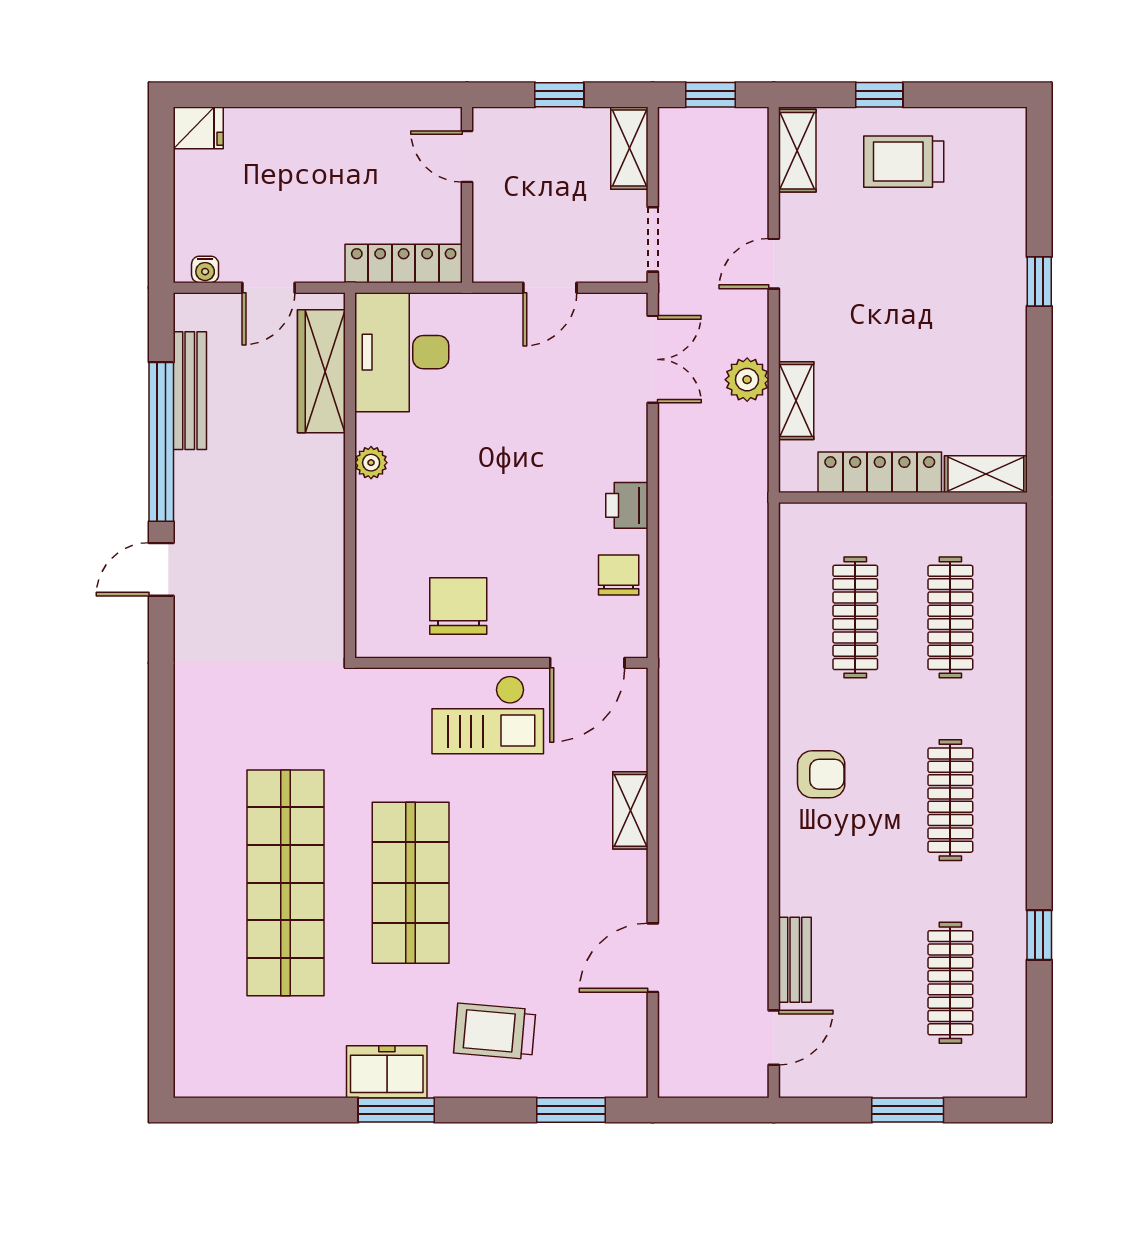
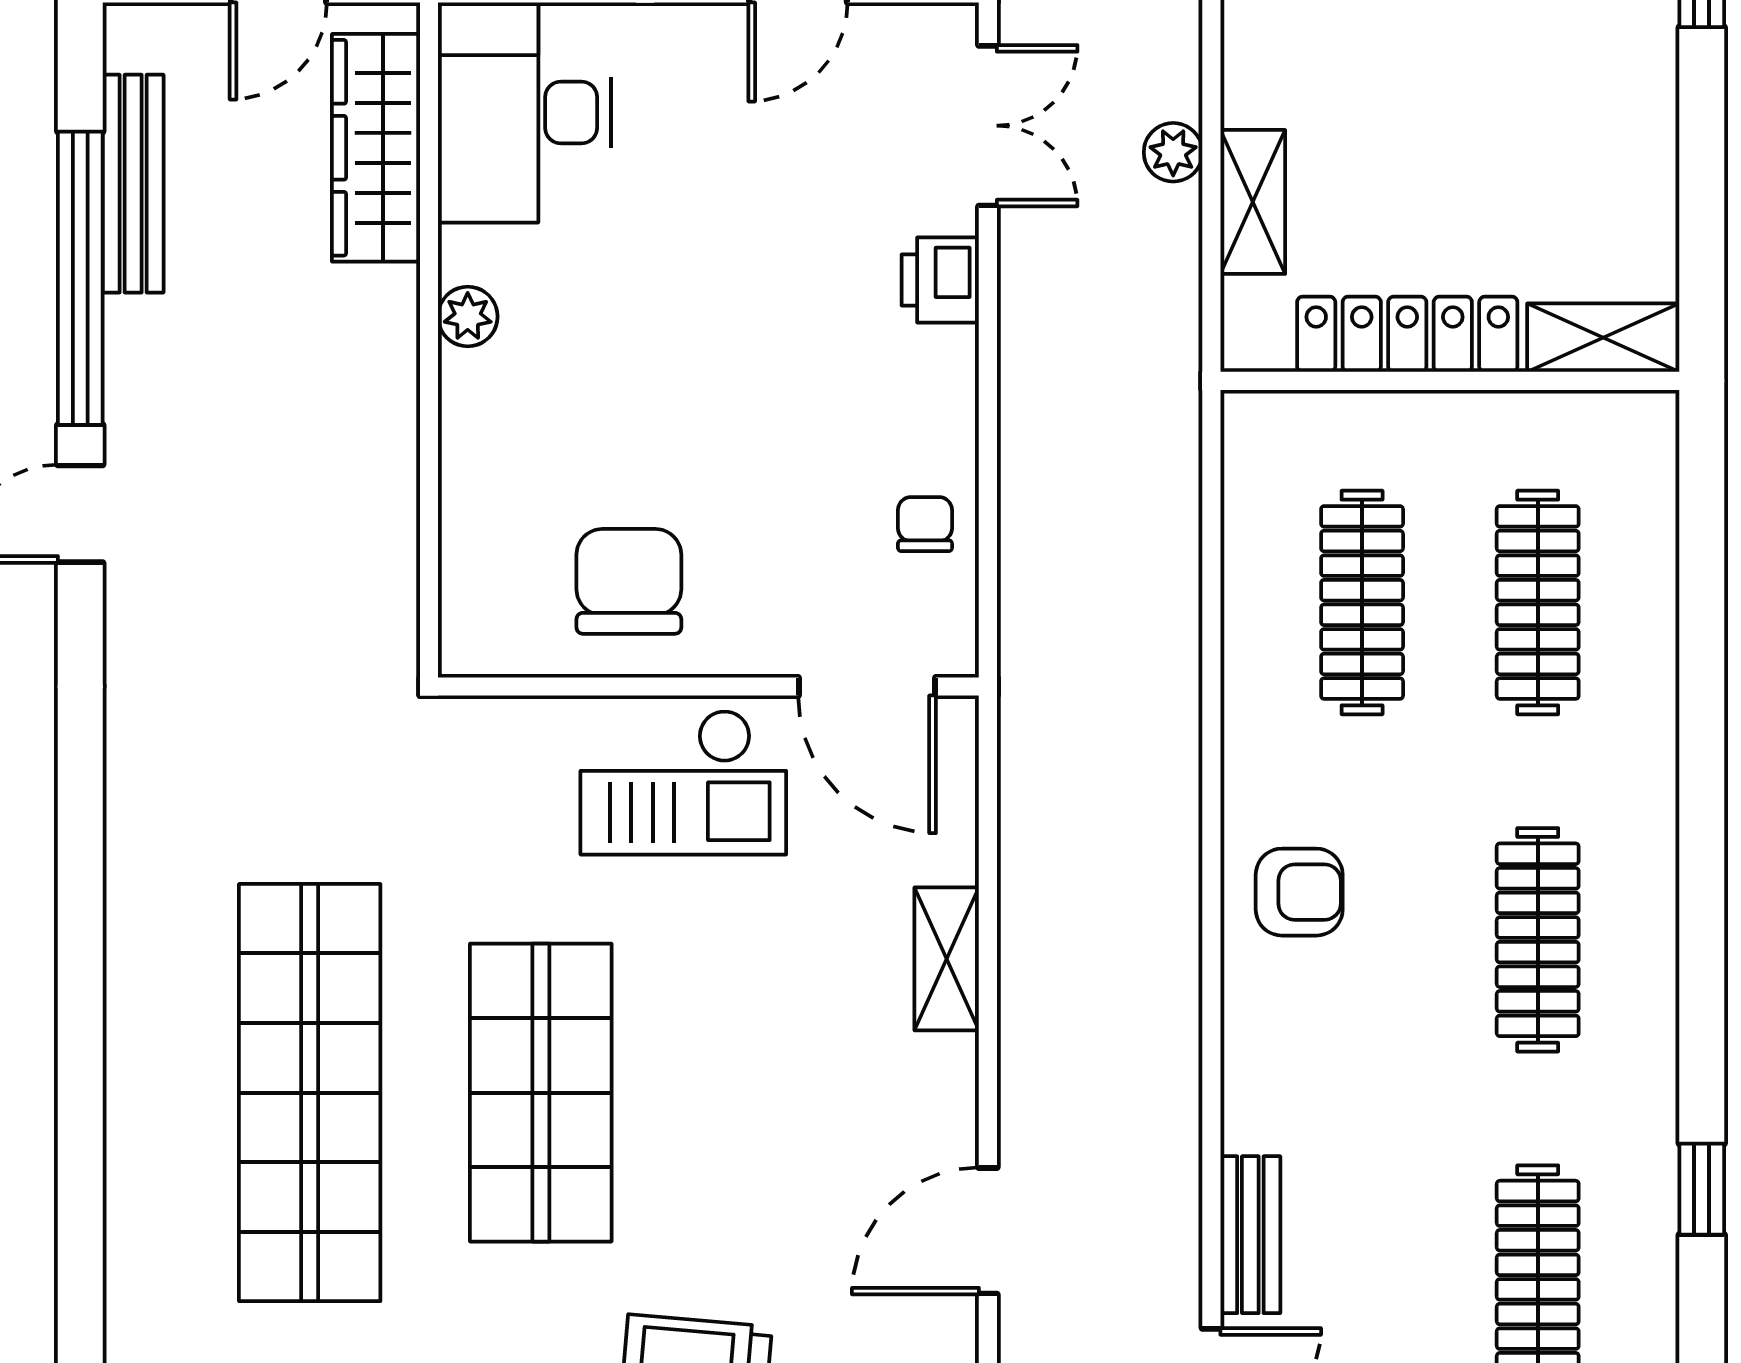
plant: (747, 380) -> (1173, 152), width x0.73, depth x0.73
printer: (627, 505) -> (940, 280), moved
chair: (619, 575) -> (925, 524), width x0.73, depth x0.73
door: (587, 663) -> (867, 686), hinge flipped

